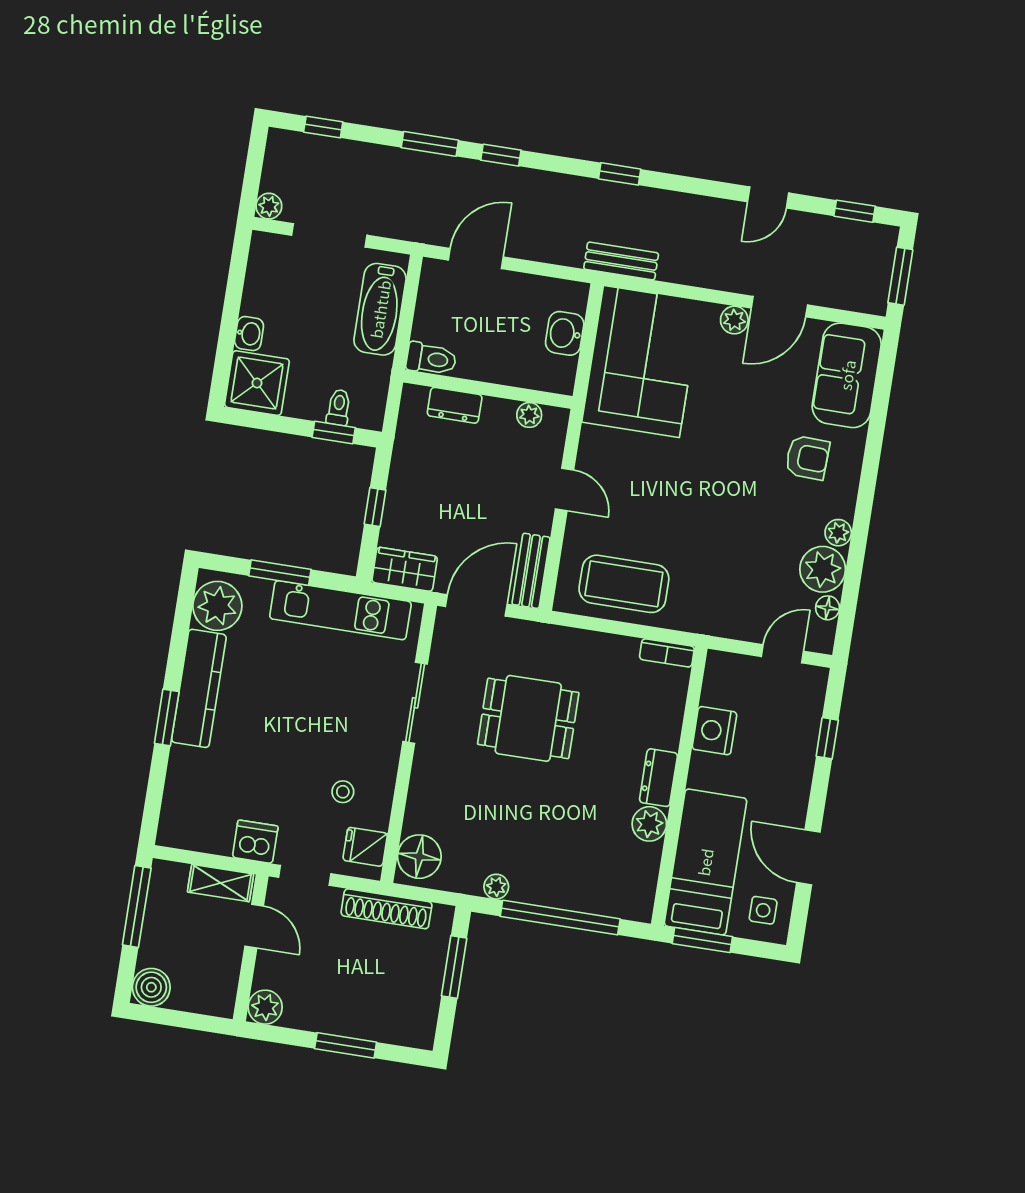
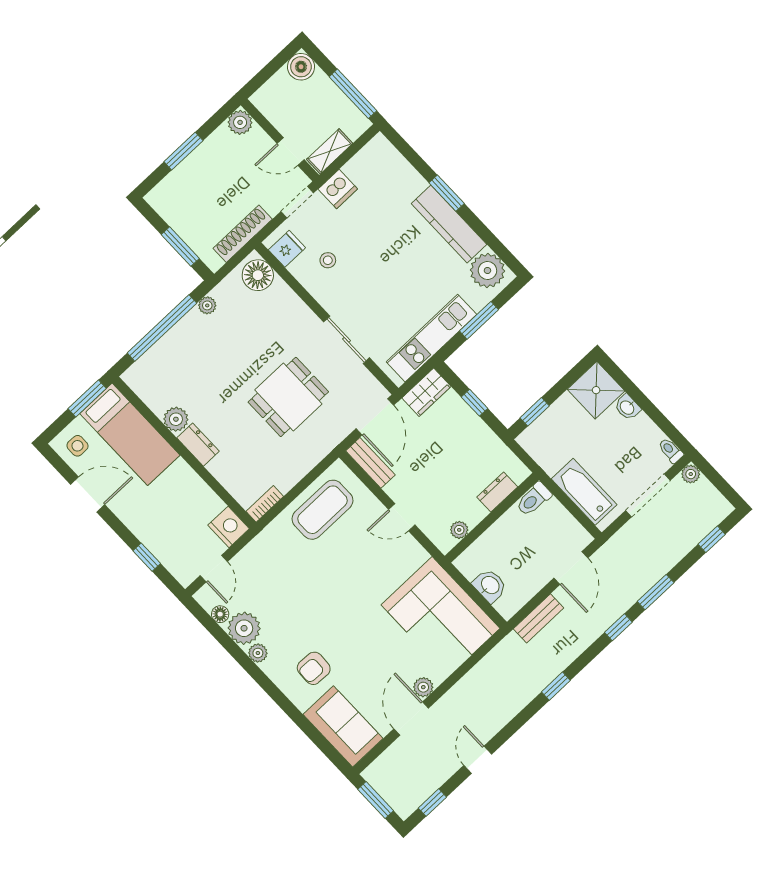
bench: (621, 261) -> (538, 618), moved
toilet: (339, 407) -> (671, 451), moved, turned 180
nightstand: (714, 731) -> (229, 527), moved

